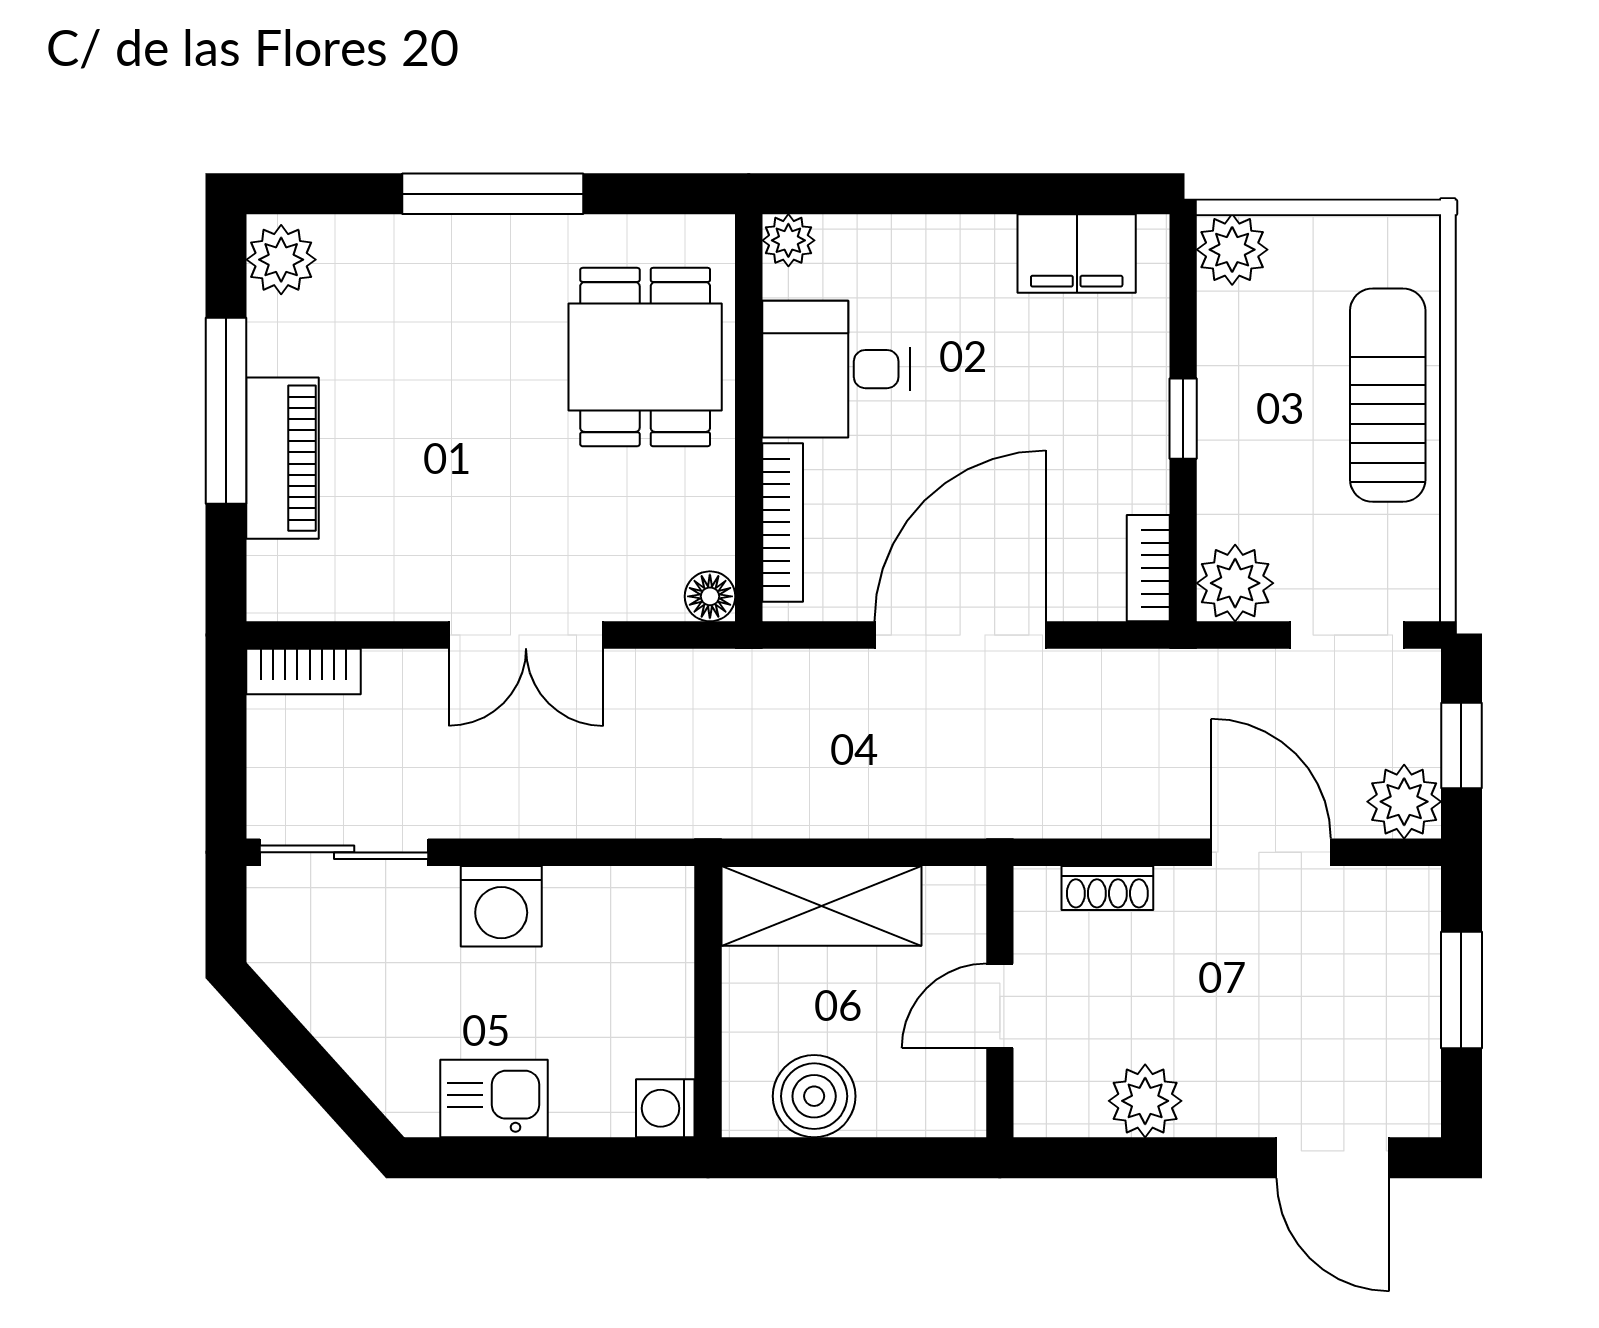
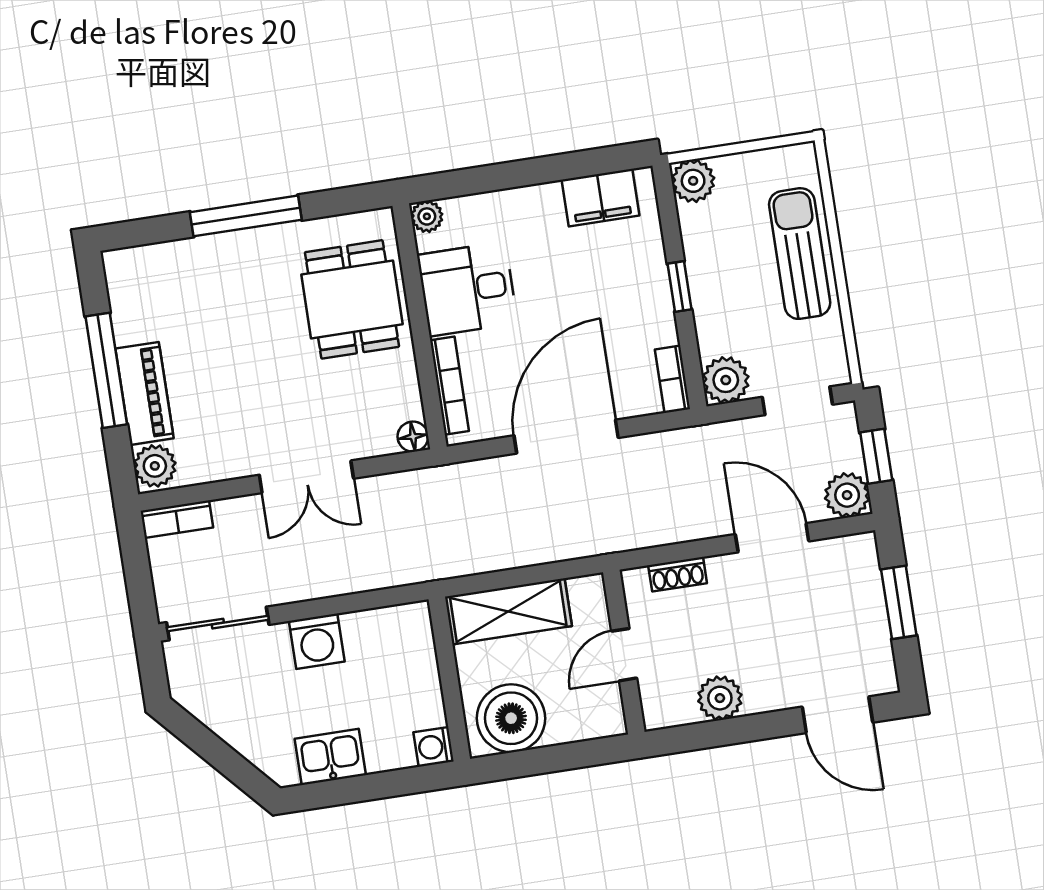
plant: (281, 260) -> (155, 466), moved
boiler: (814, 1096) -> (511, 718), width x1.37, depth x1.37

